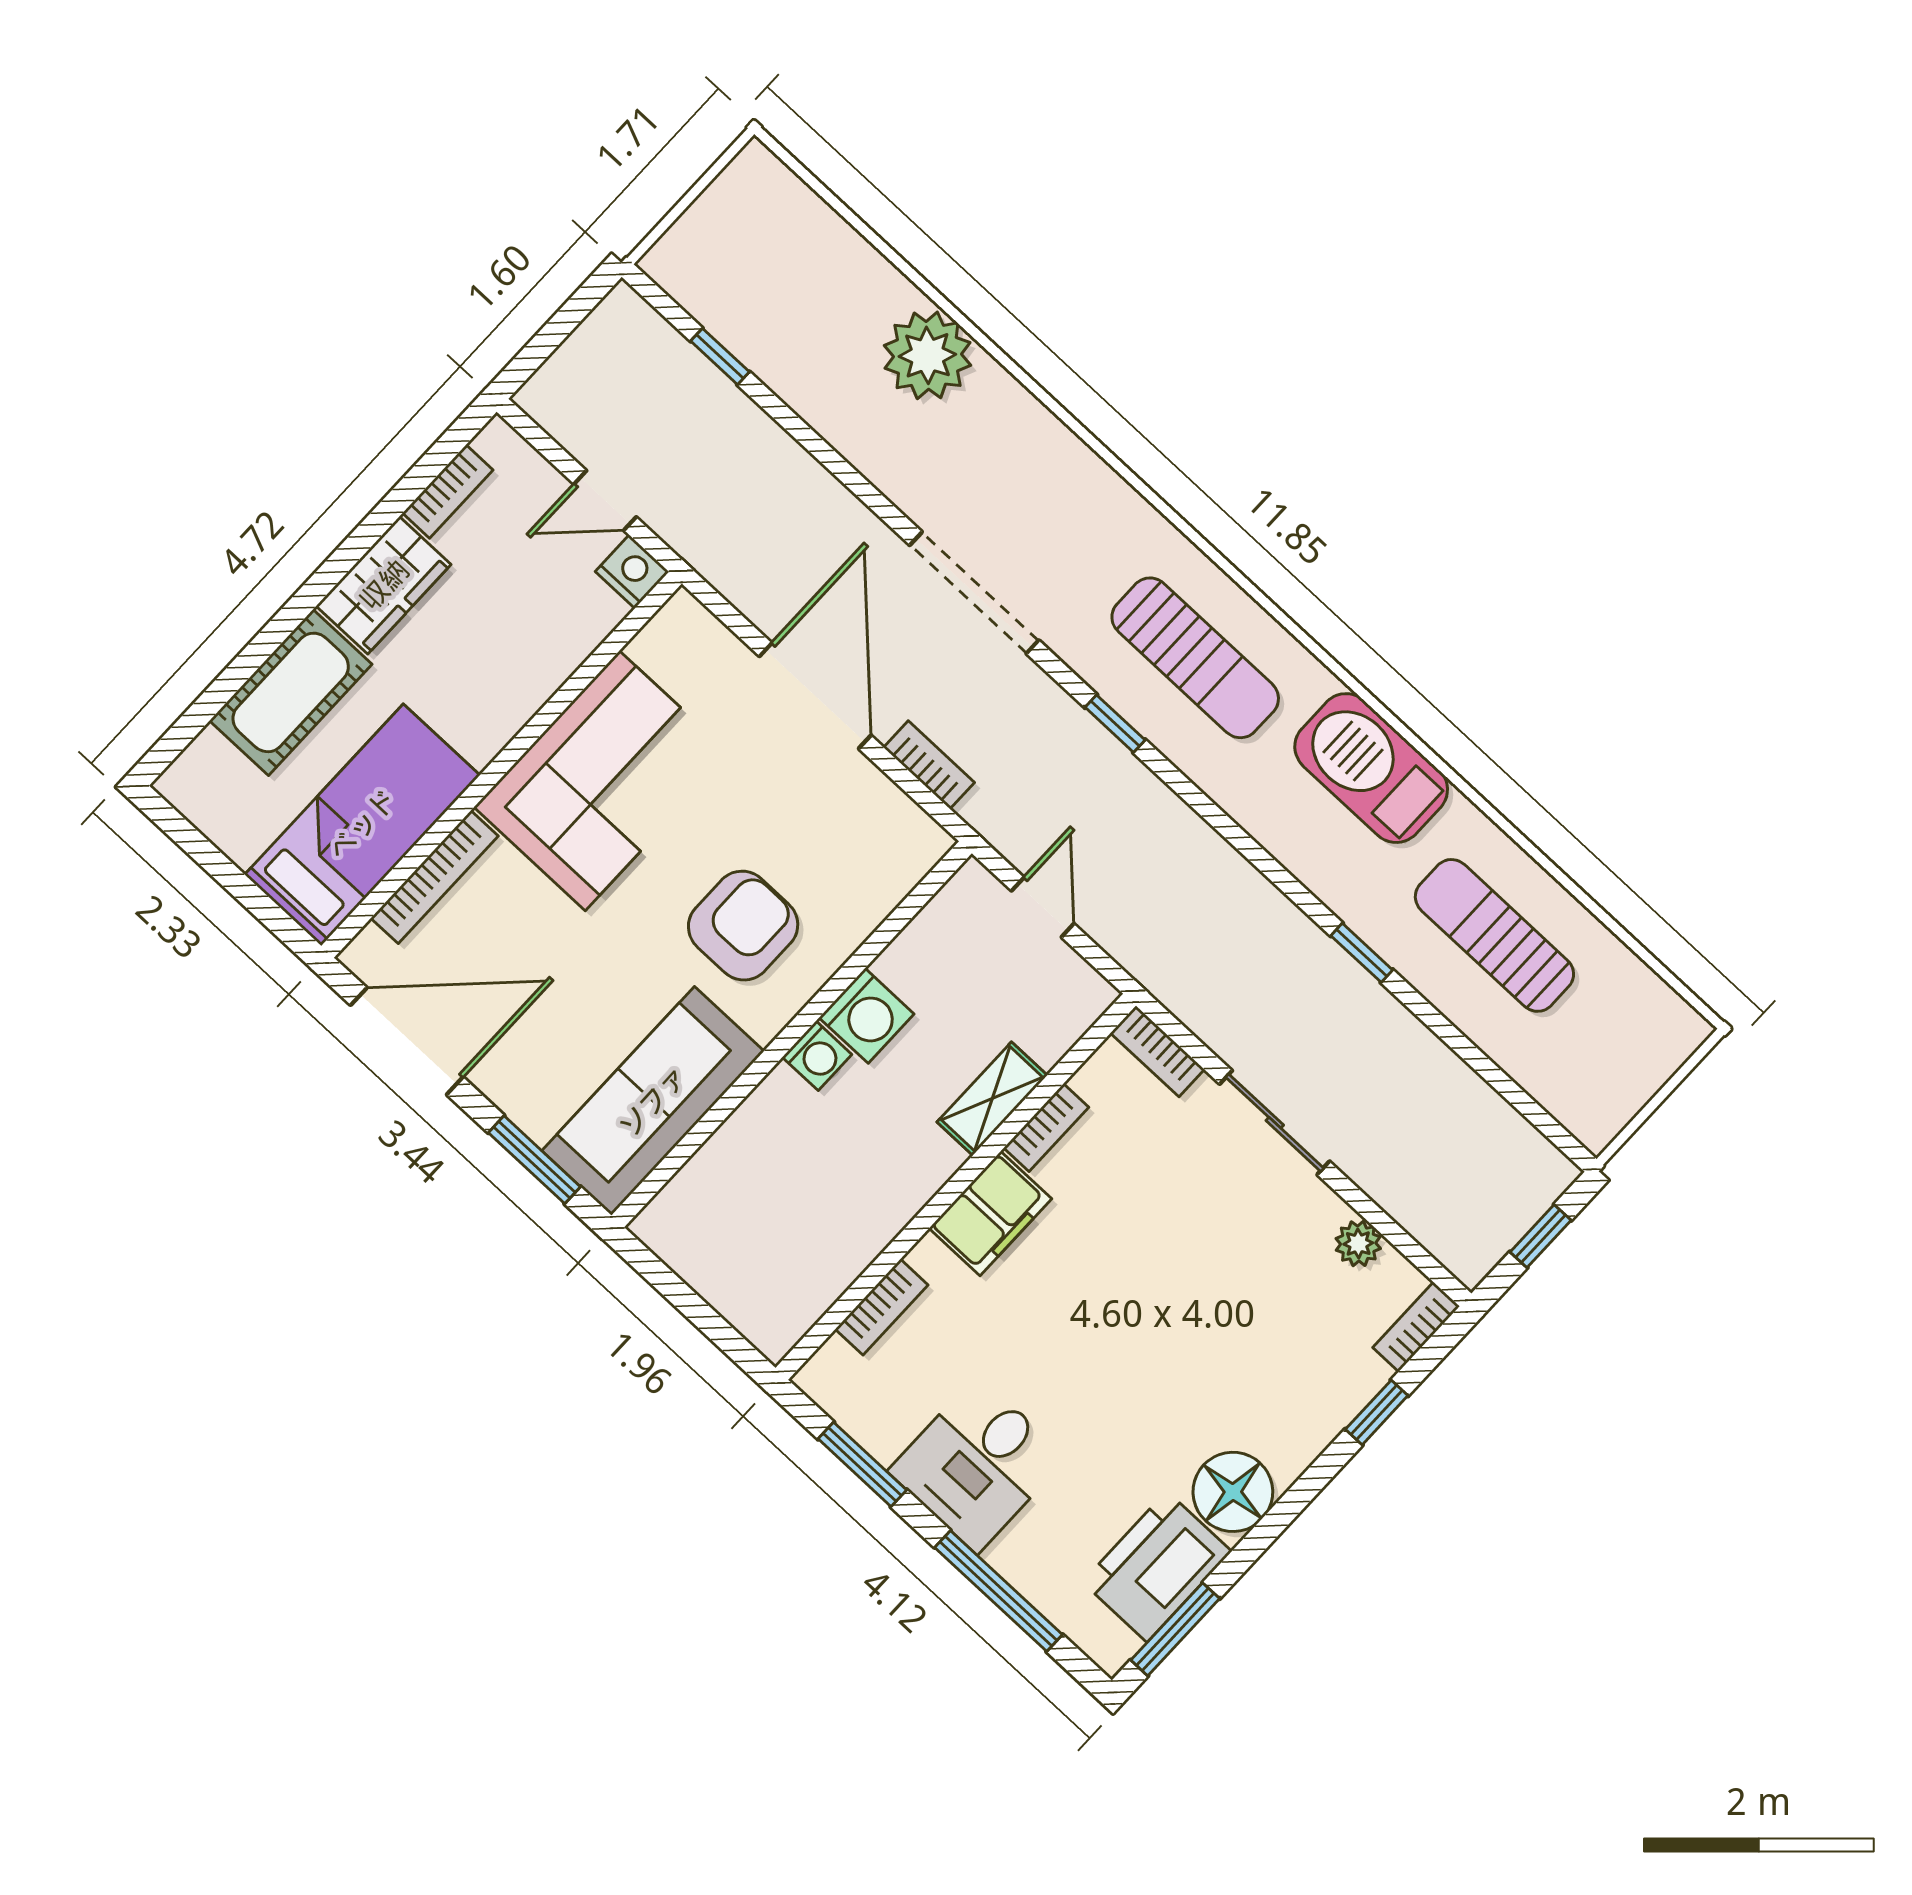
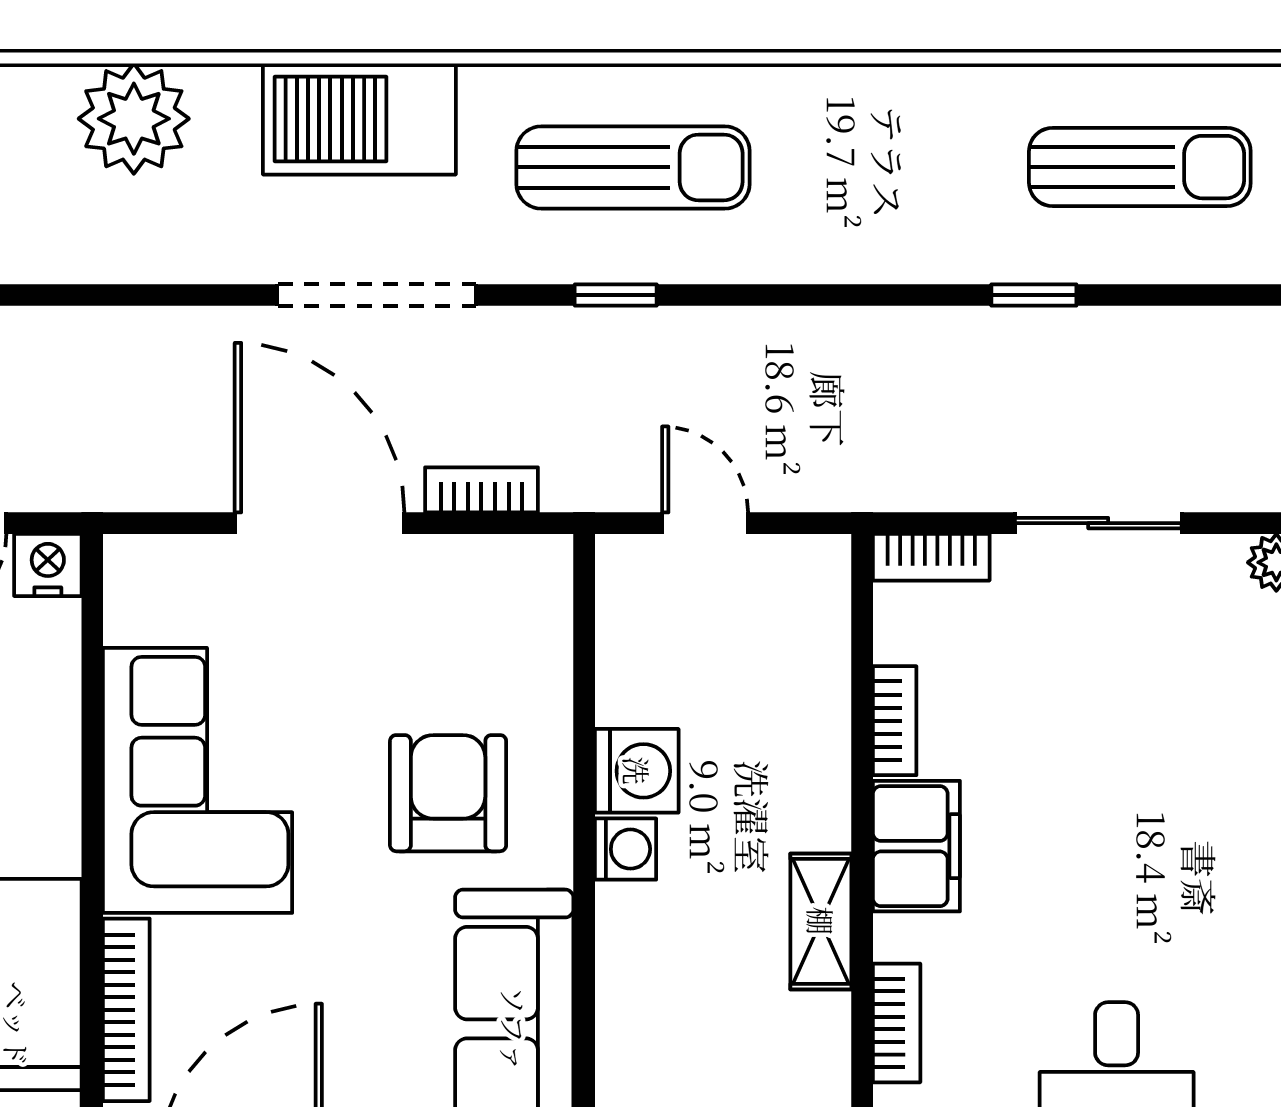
barbecue: (1371, 768) -> (359, 119), moved
sun lounger: (1494, 935) -> (1140, 167), turned 180
shelving: (992, 1099) -> (821, 921), moved

